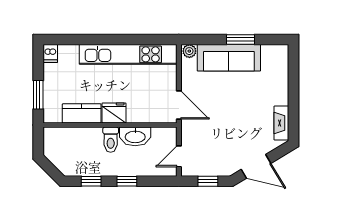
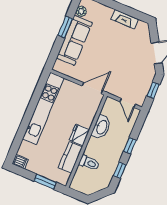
plant: (189, 51) -> (81, 11), moved
fireplace: (281, 123) -> (125, 19), moved
toilet: (111, 140) -> (89, 163), moved

